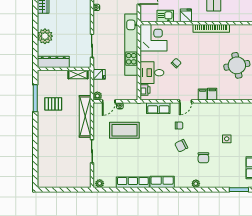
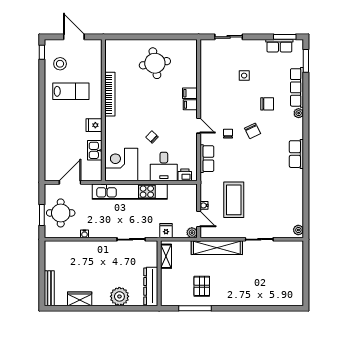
row of seats: (133, 182) -> (297, 87), moved

